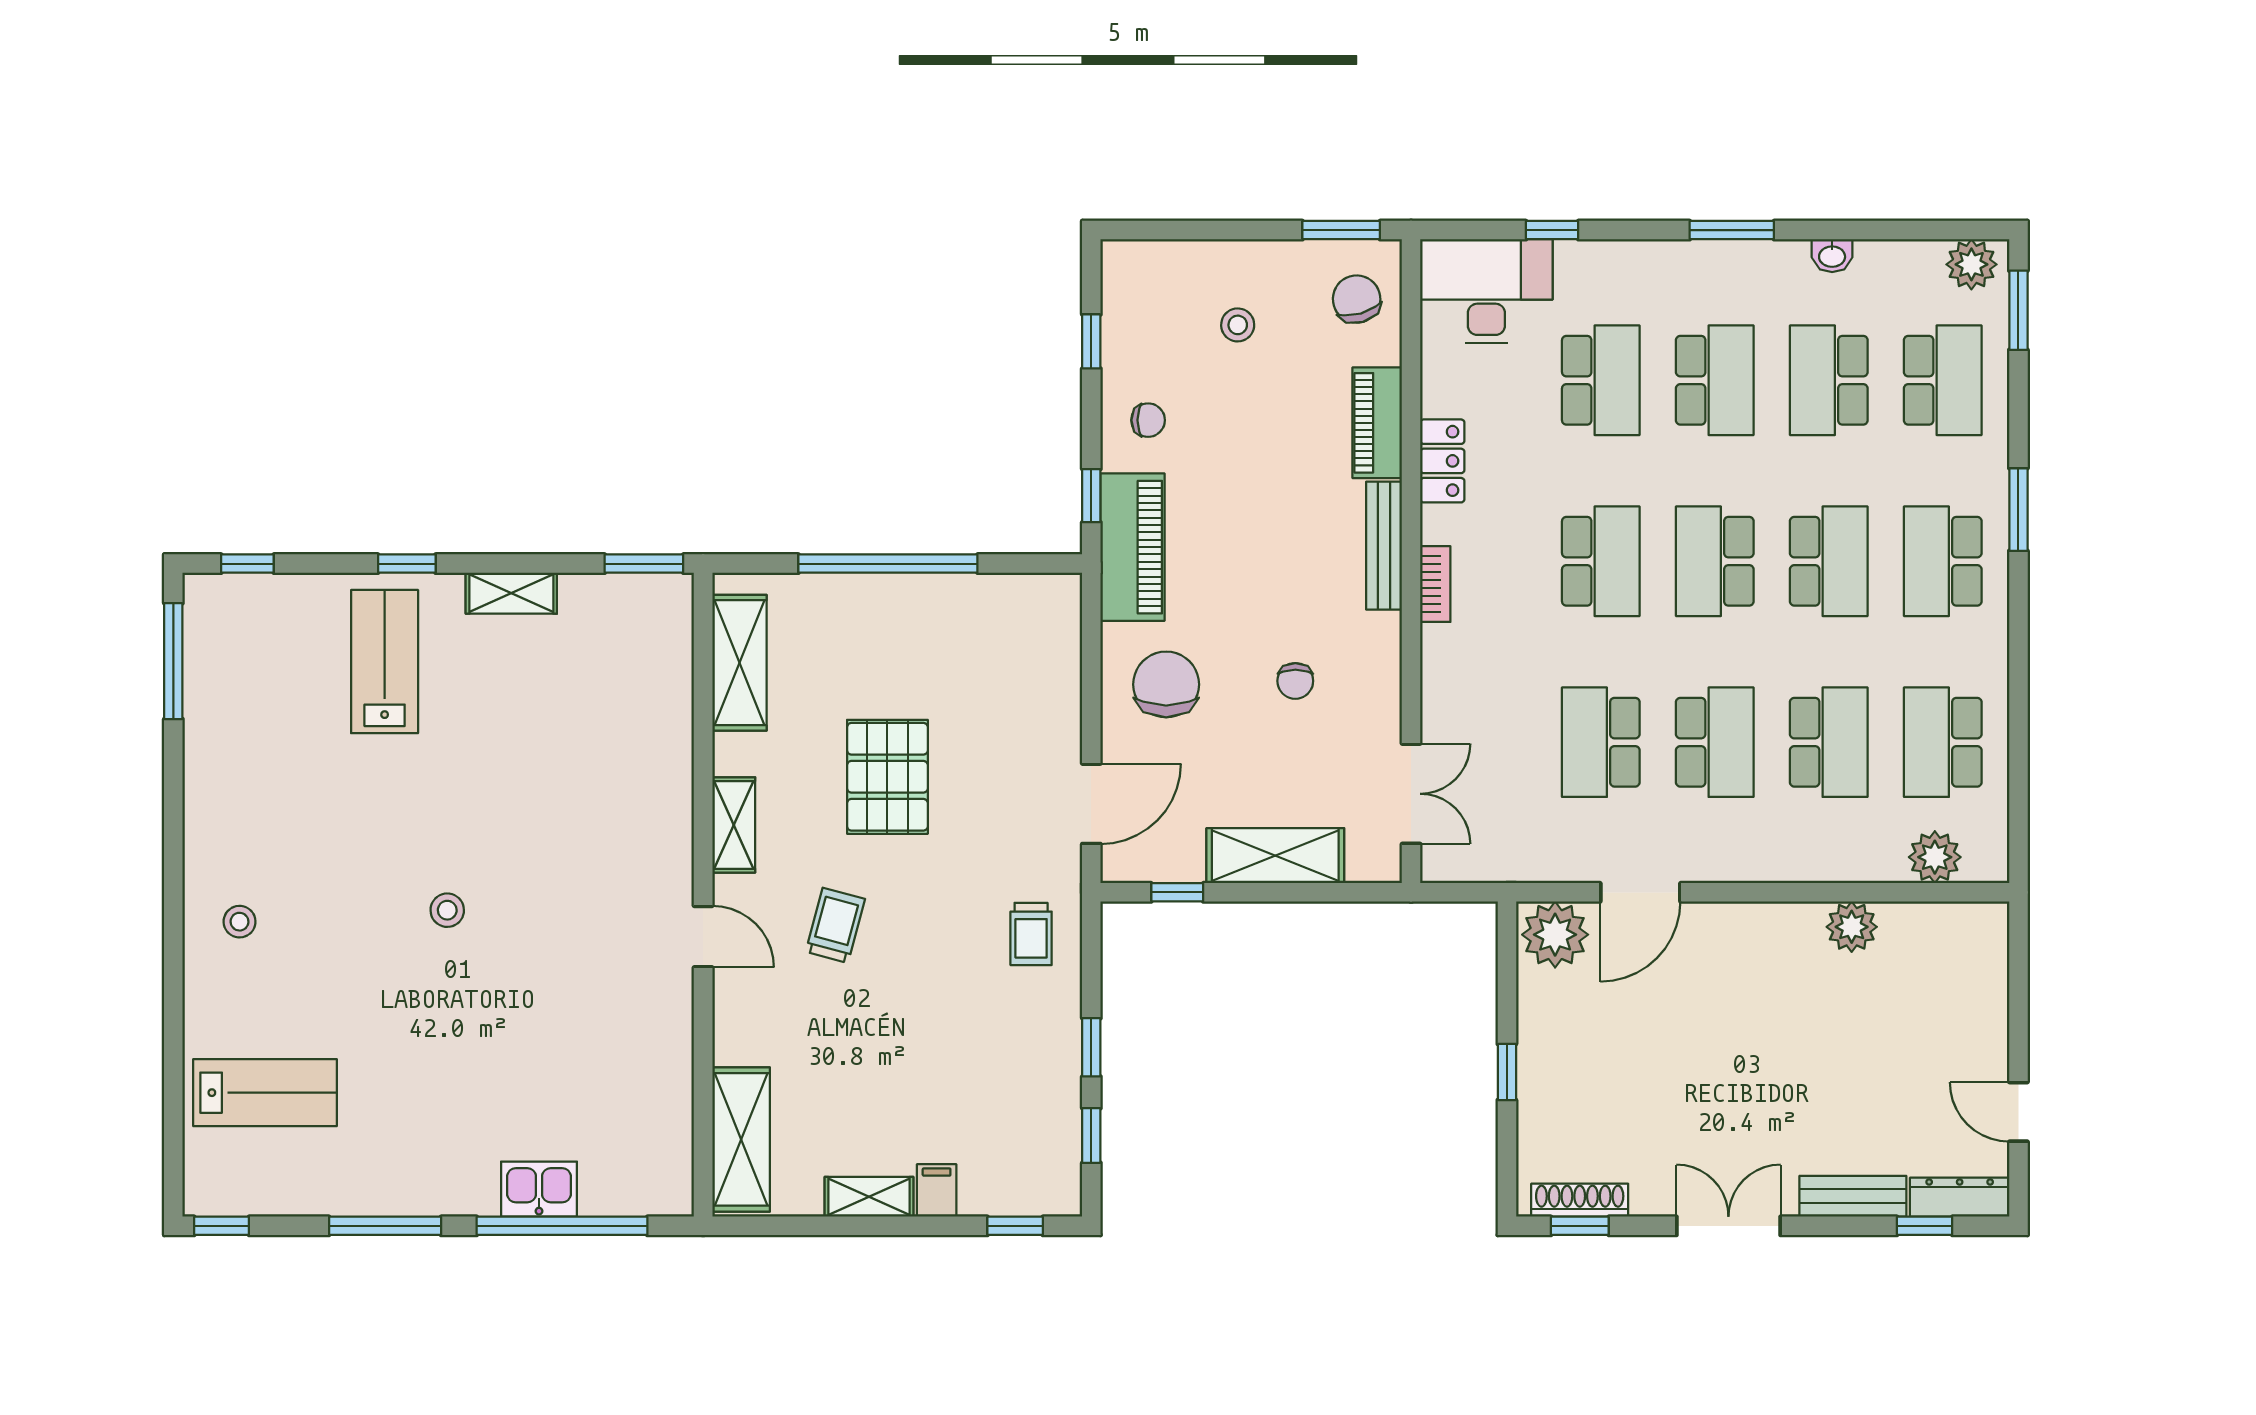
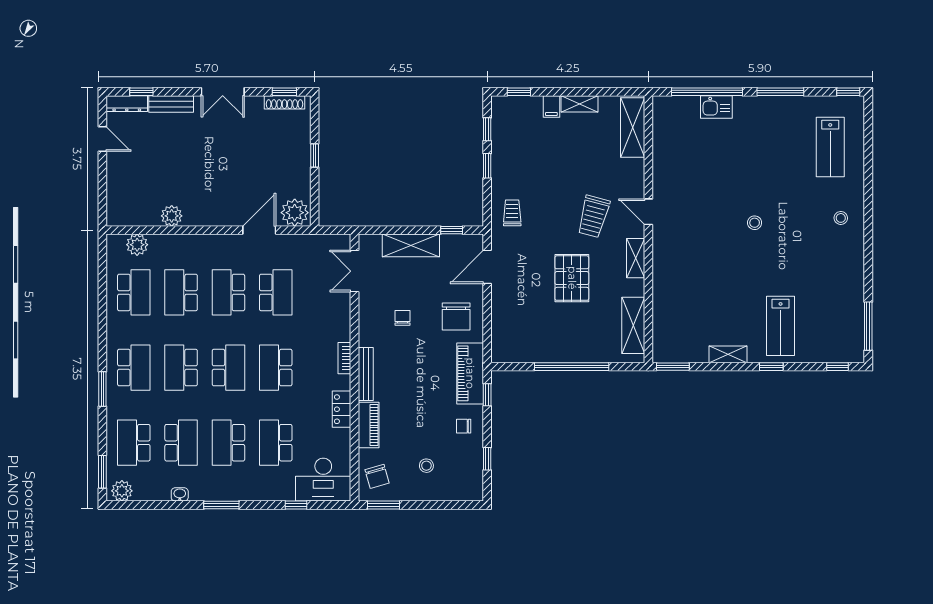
trolley: (835, 925) -> (593, 216), width x1.36, depth x1.39
lab bench: (265, 1093) -> (830, 147), turned -90

